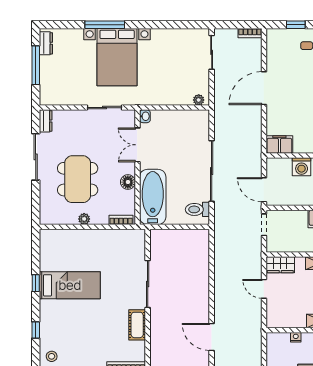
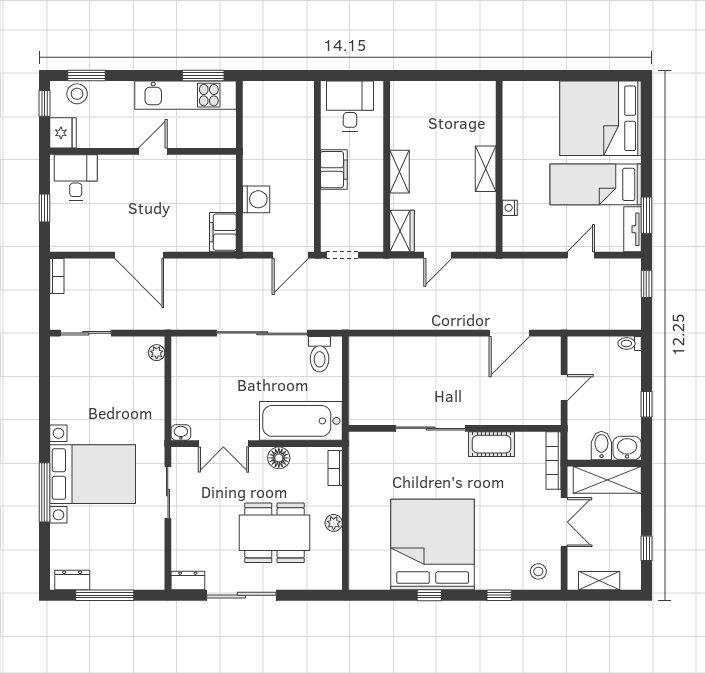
bed: (70, 285) -> (433, 544), width x2.04

